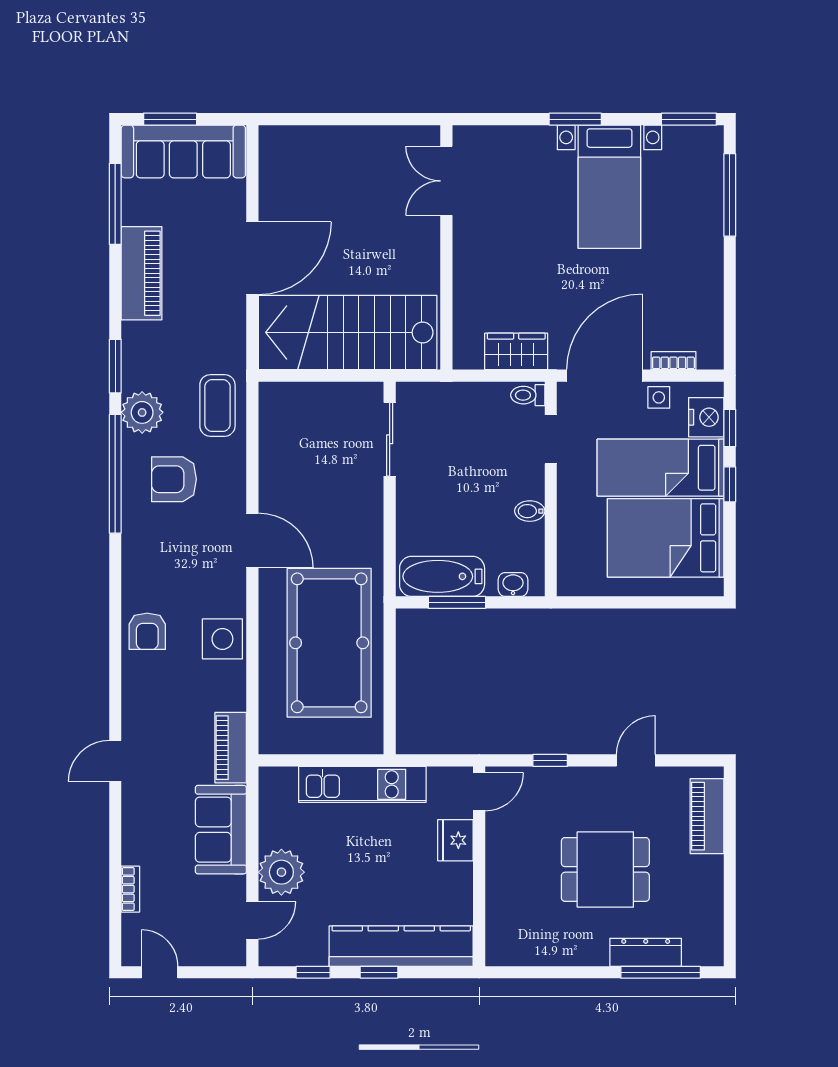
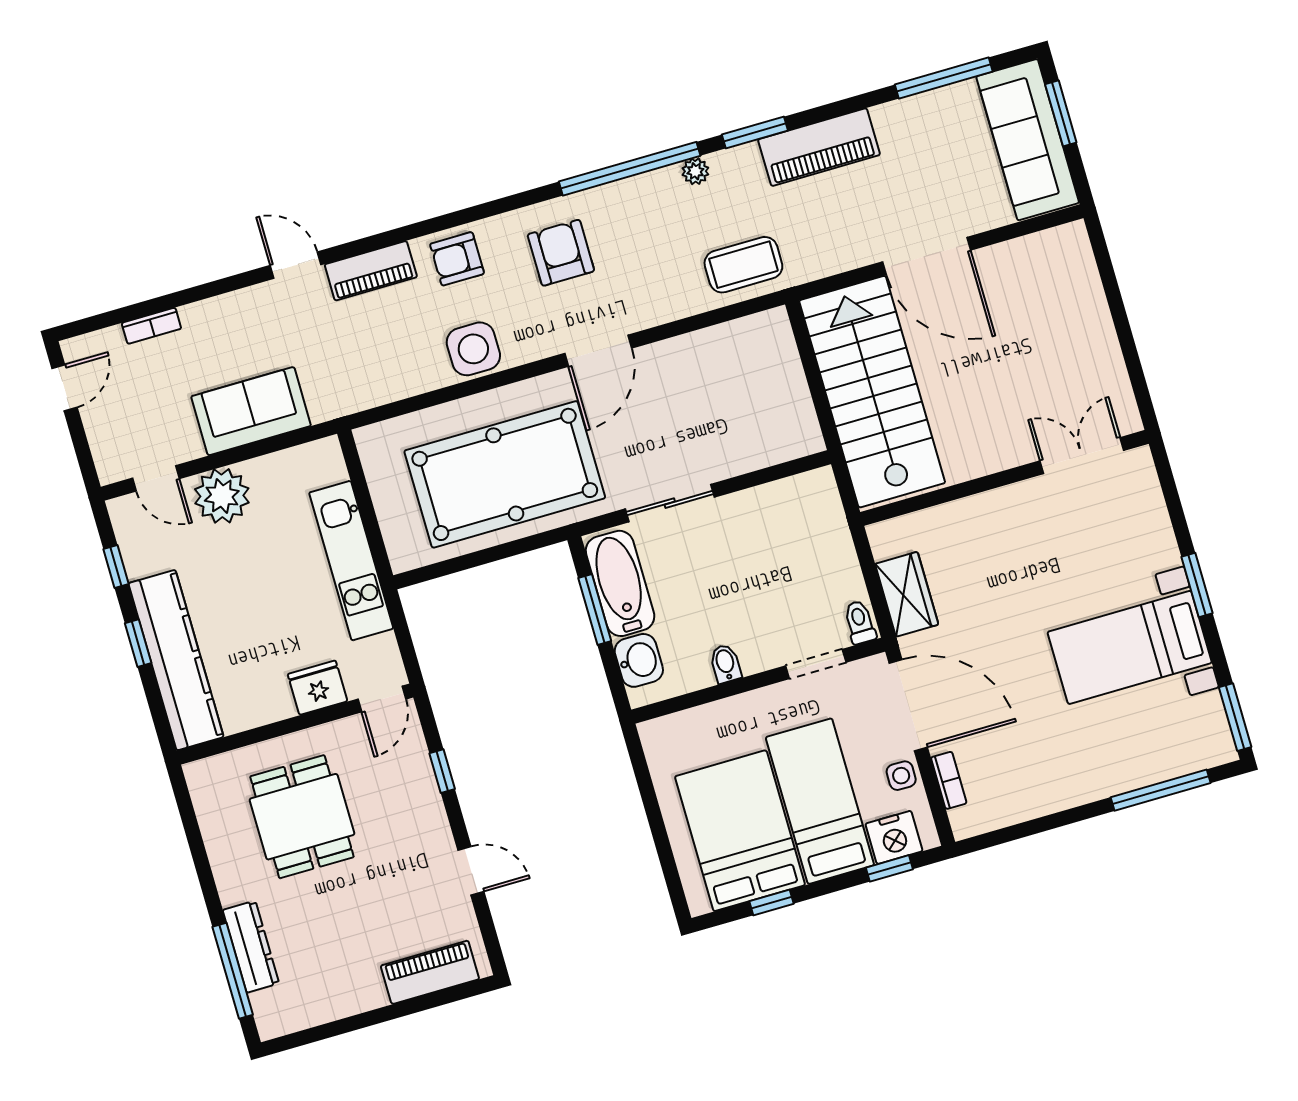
piano: (141, 273) -> (819, 147), moved
plant: (142, 412) -> (695, 171), width x0.53, depth x0.53
sliding door: (390, 439) -> (670, 503), moved
armchair: (174, 479) -> (561, 253), moved
window: (730, 484) -> (771, 902), moved
washbasin: (513, 584) -> (639, 660), width x1.38, depth x1.45
piano: (231, 748) -> (371, 271), moved, turned 180
door: (479, 792) -> (382, 699), hinge flipped
dining table: (605, 869) -> (302, 817), moved

